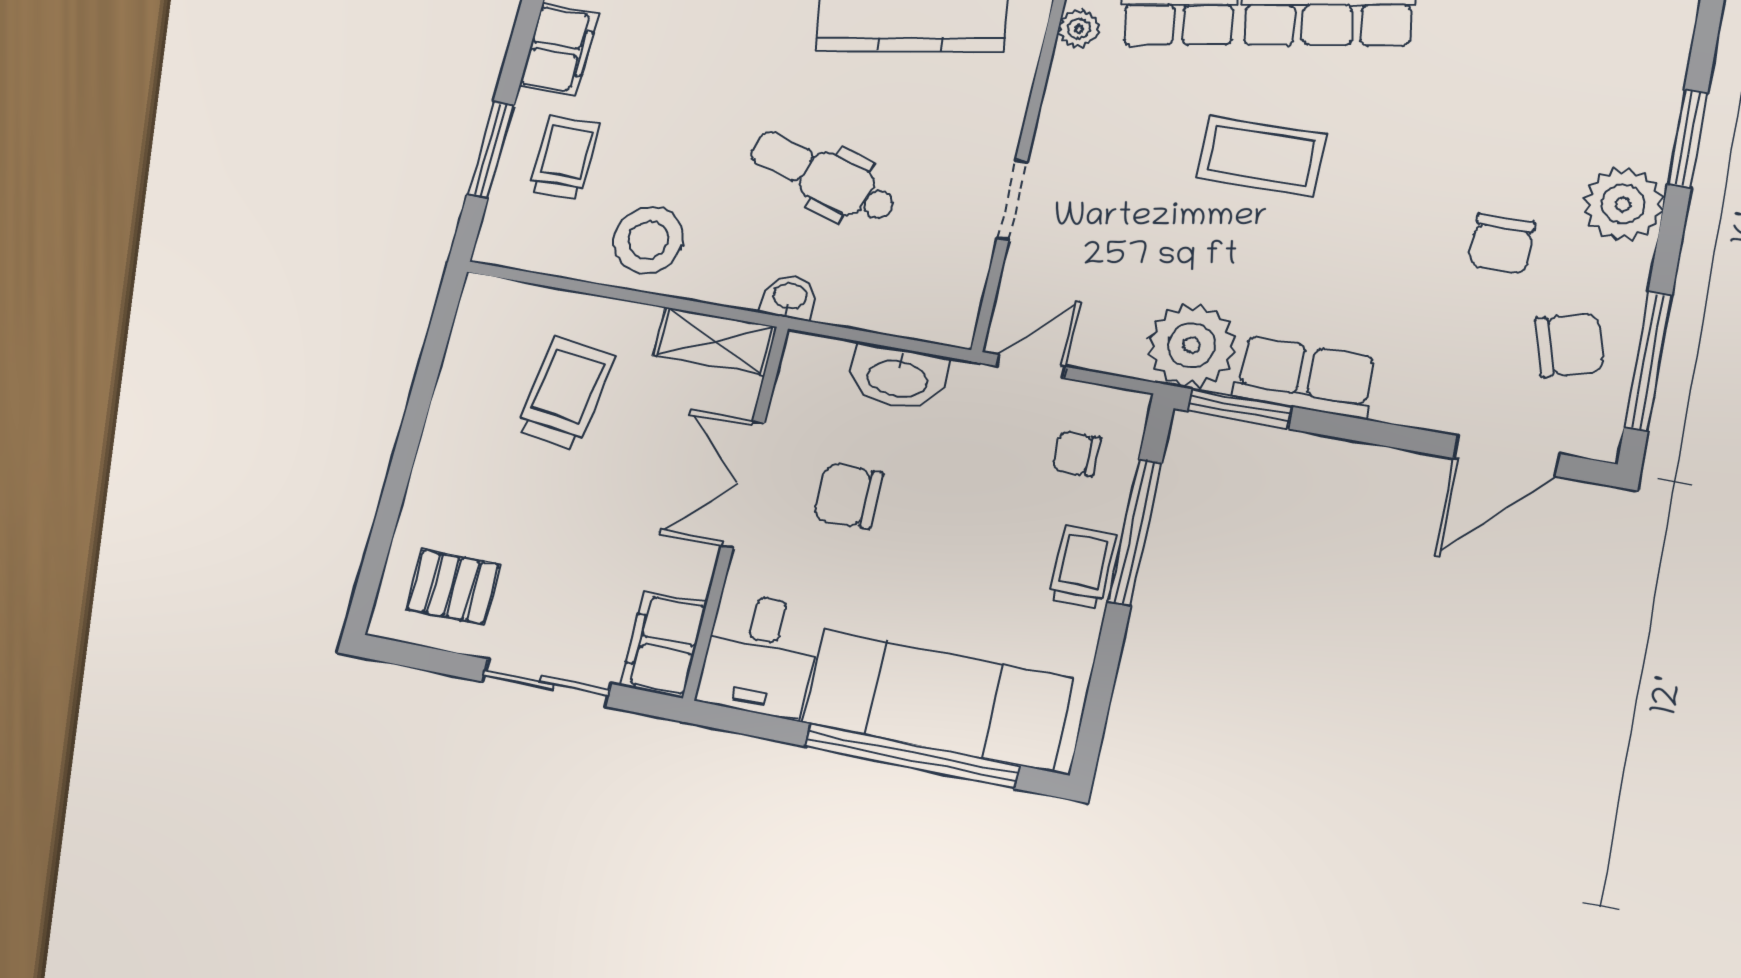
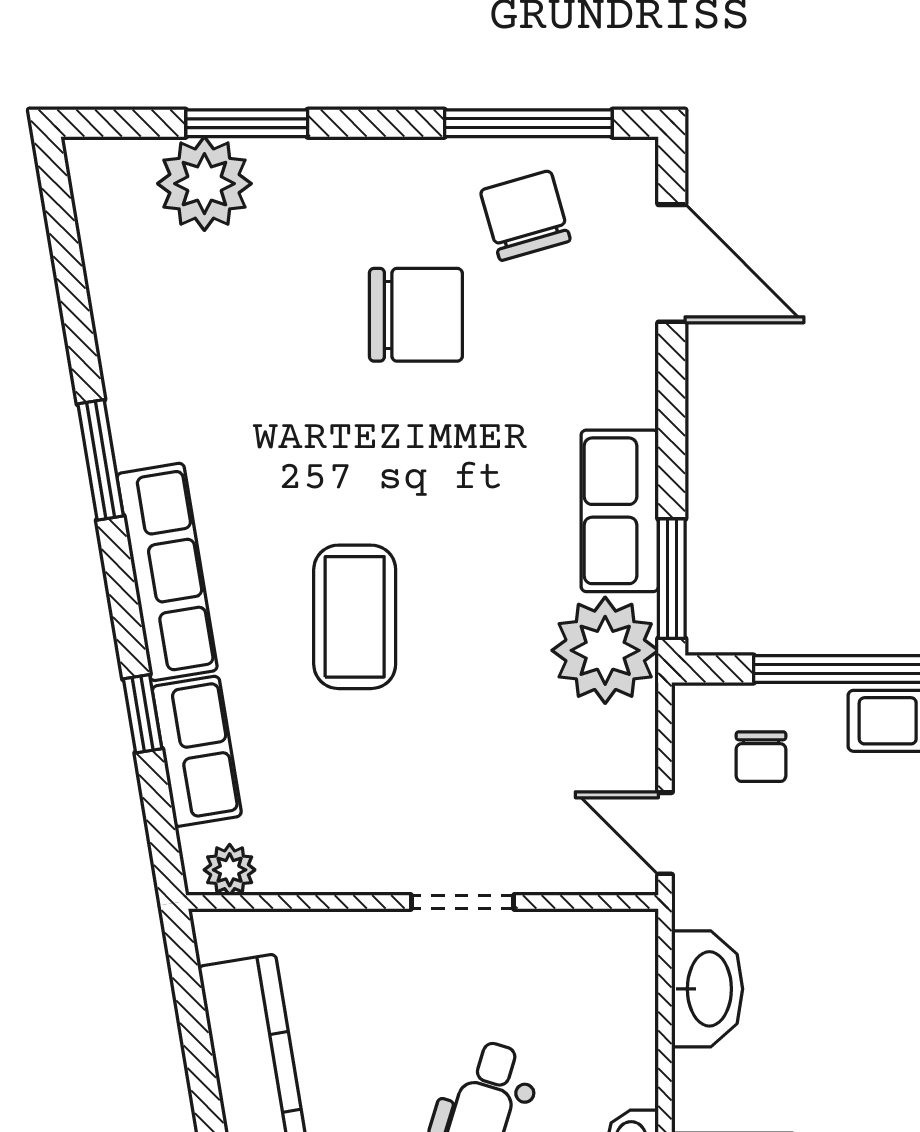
plant: (1623, 204) -> (204, 184), moved
chair: (1502, 244) -> (416, 315), width x1.37, depth x1.37
chair: (848, 496) -> (862, 1013), removed

